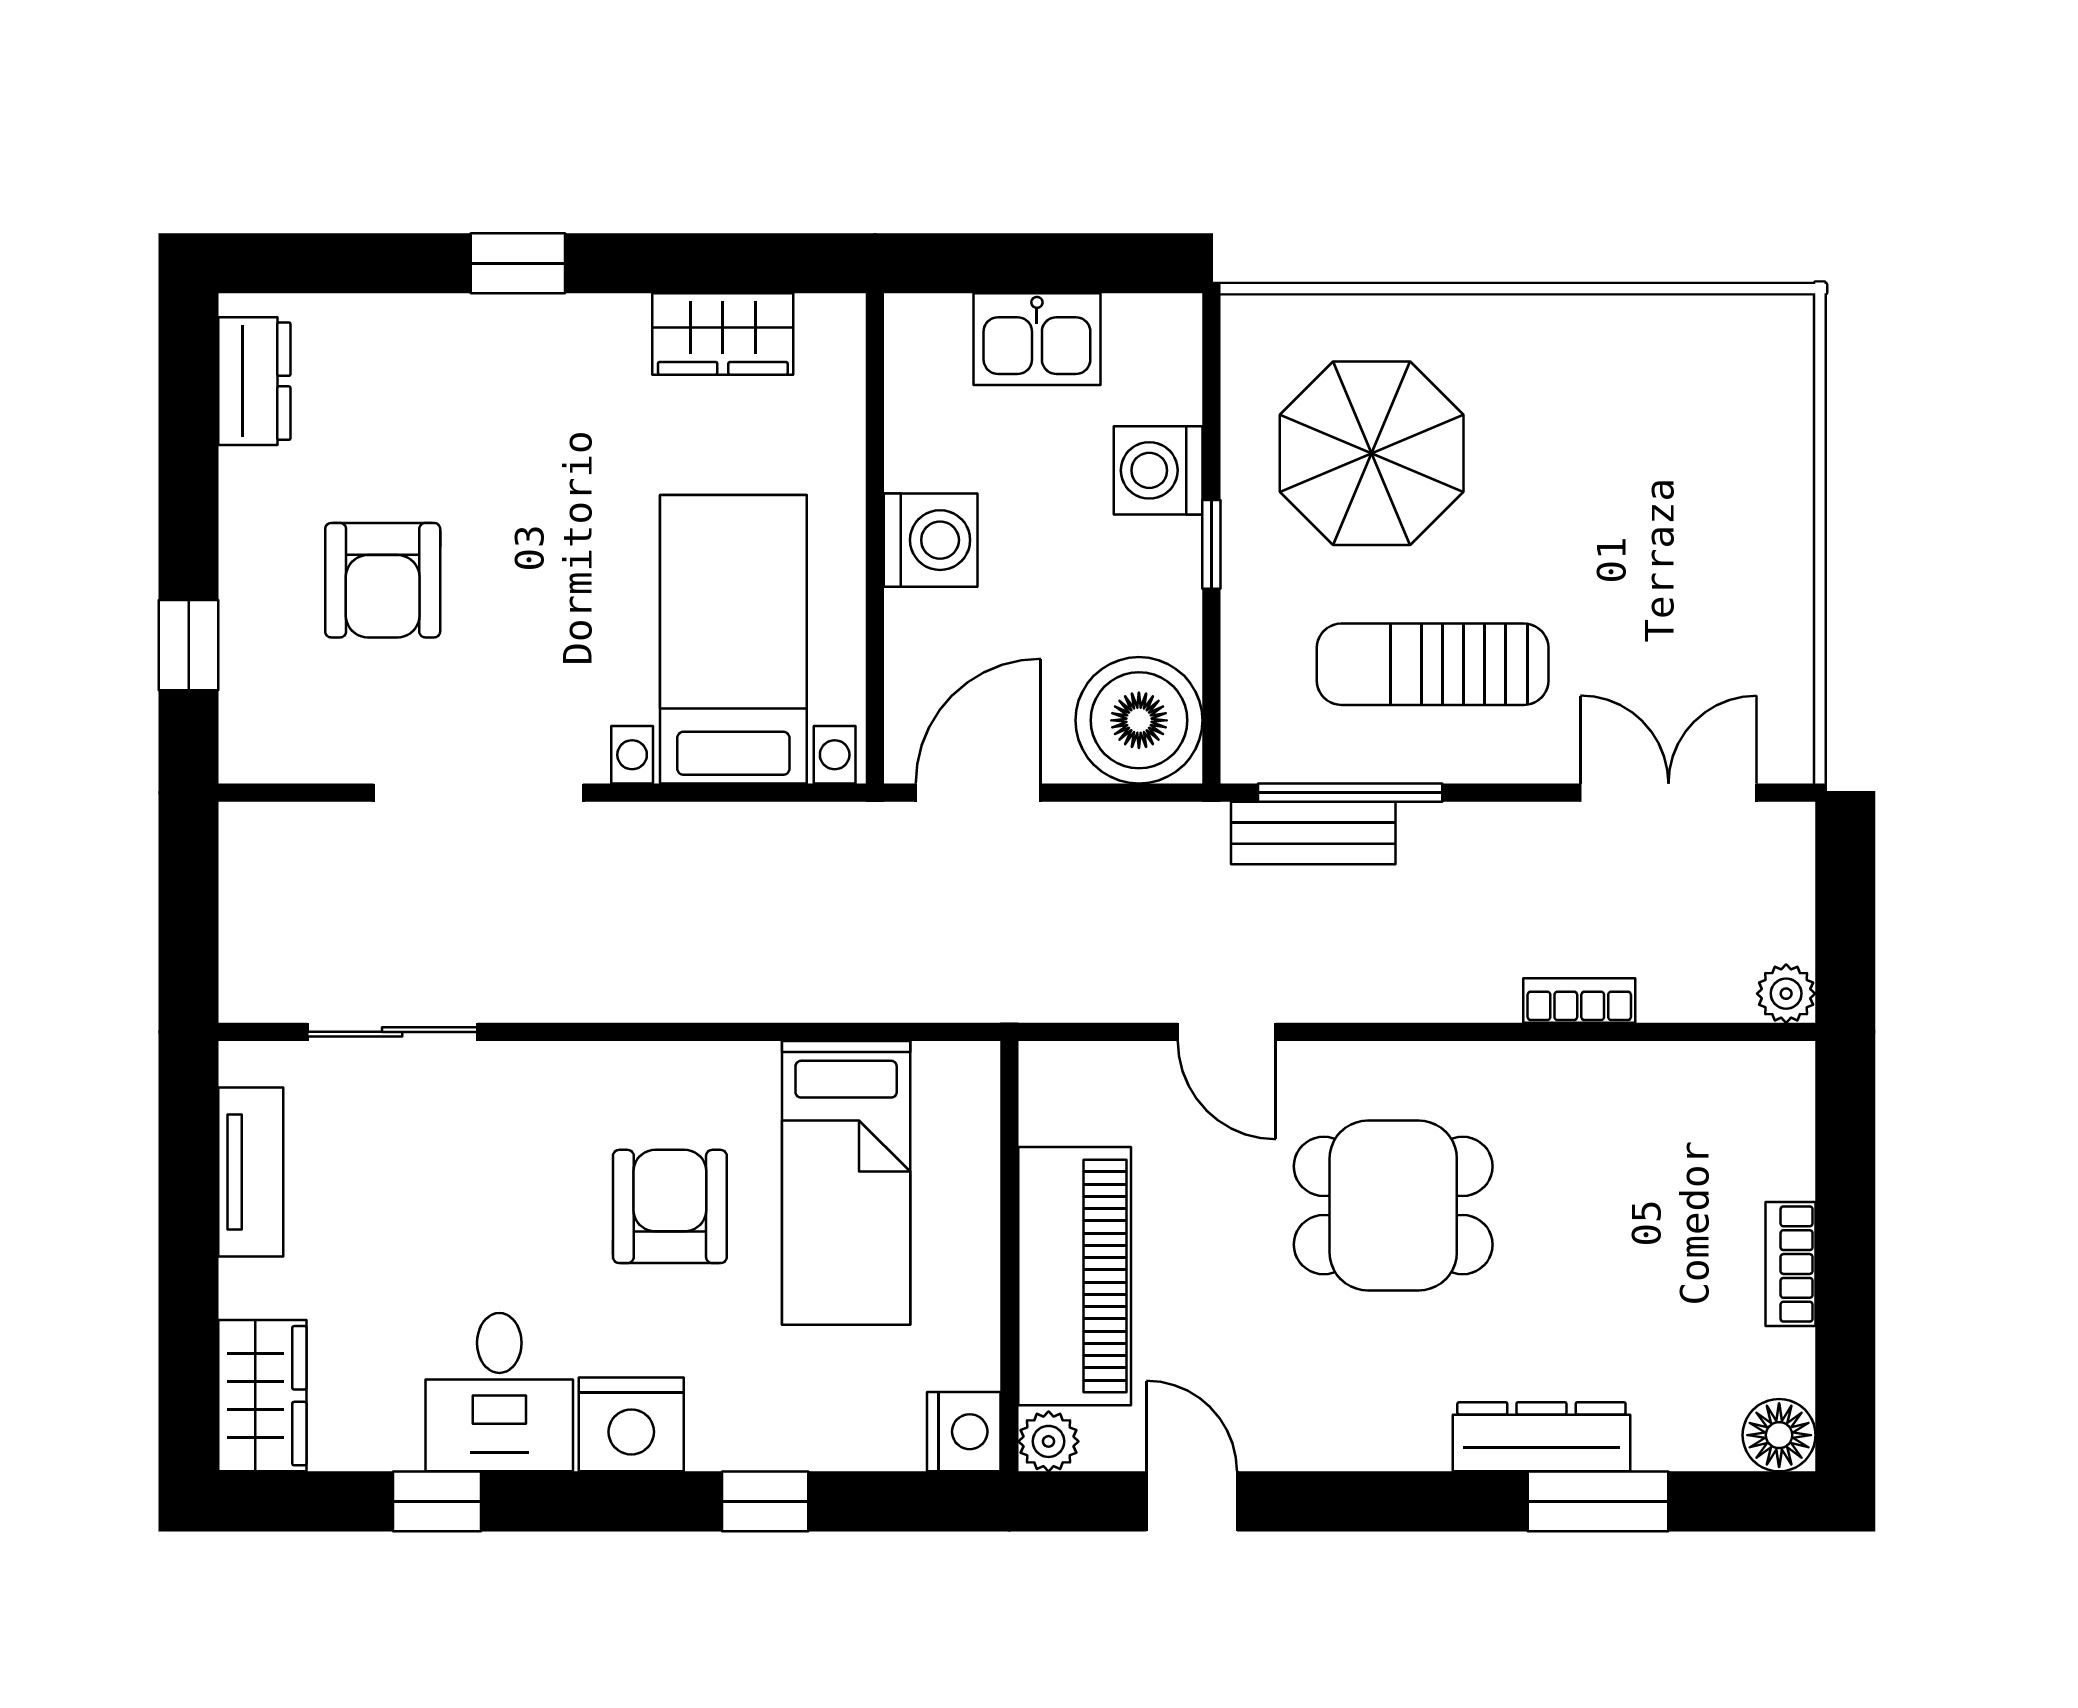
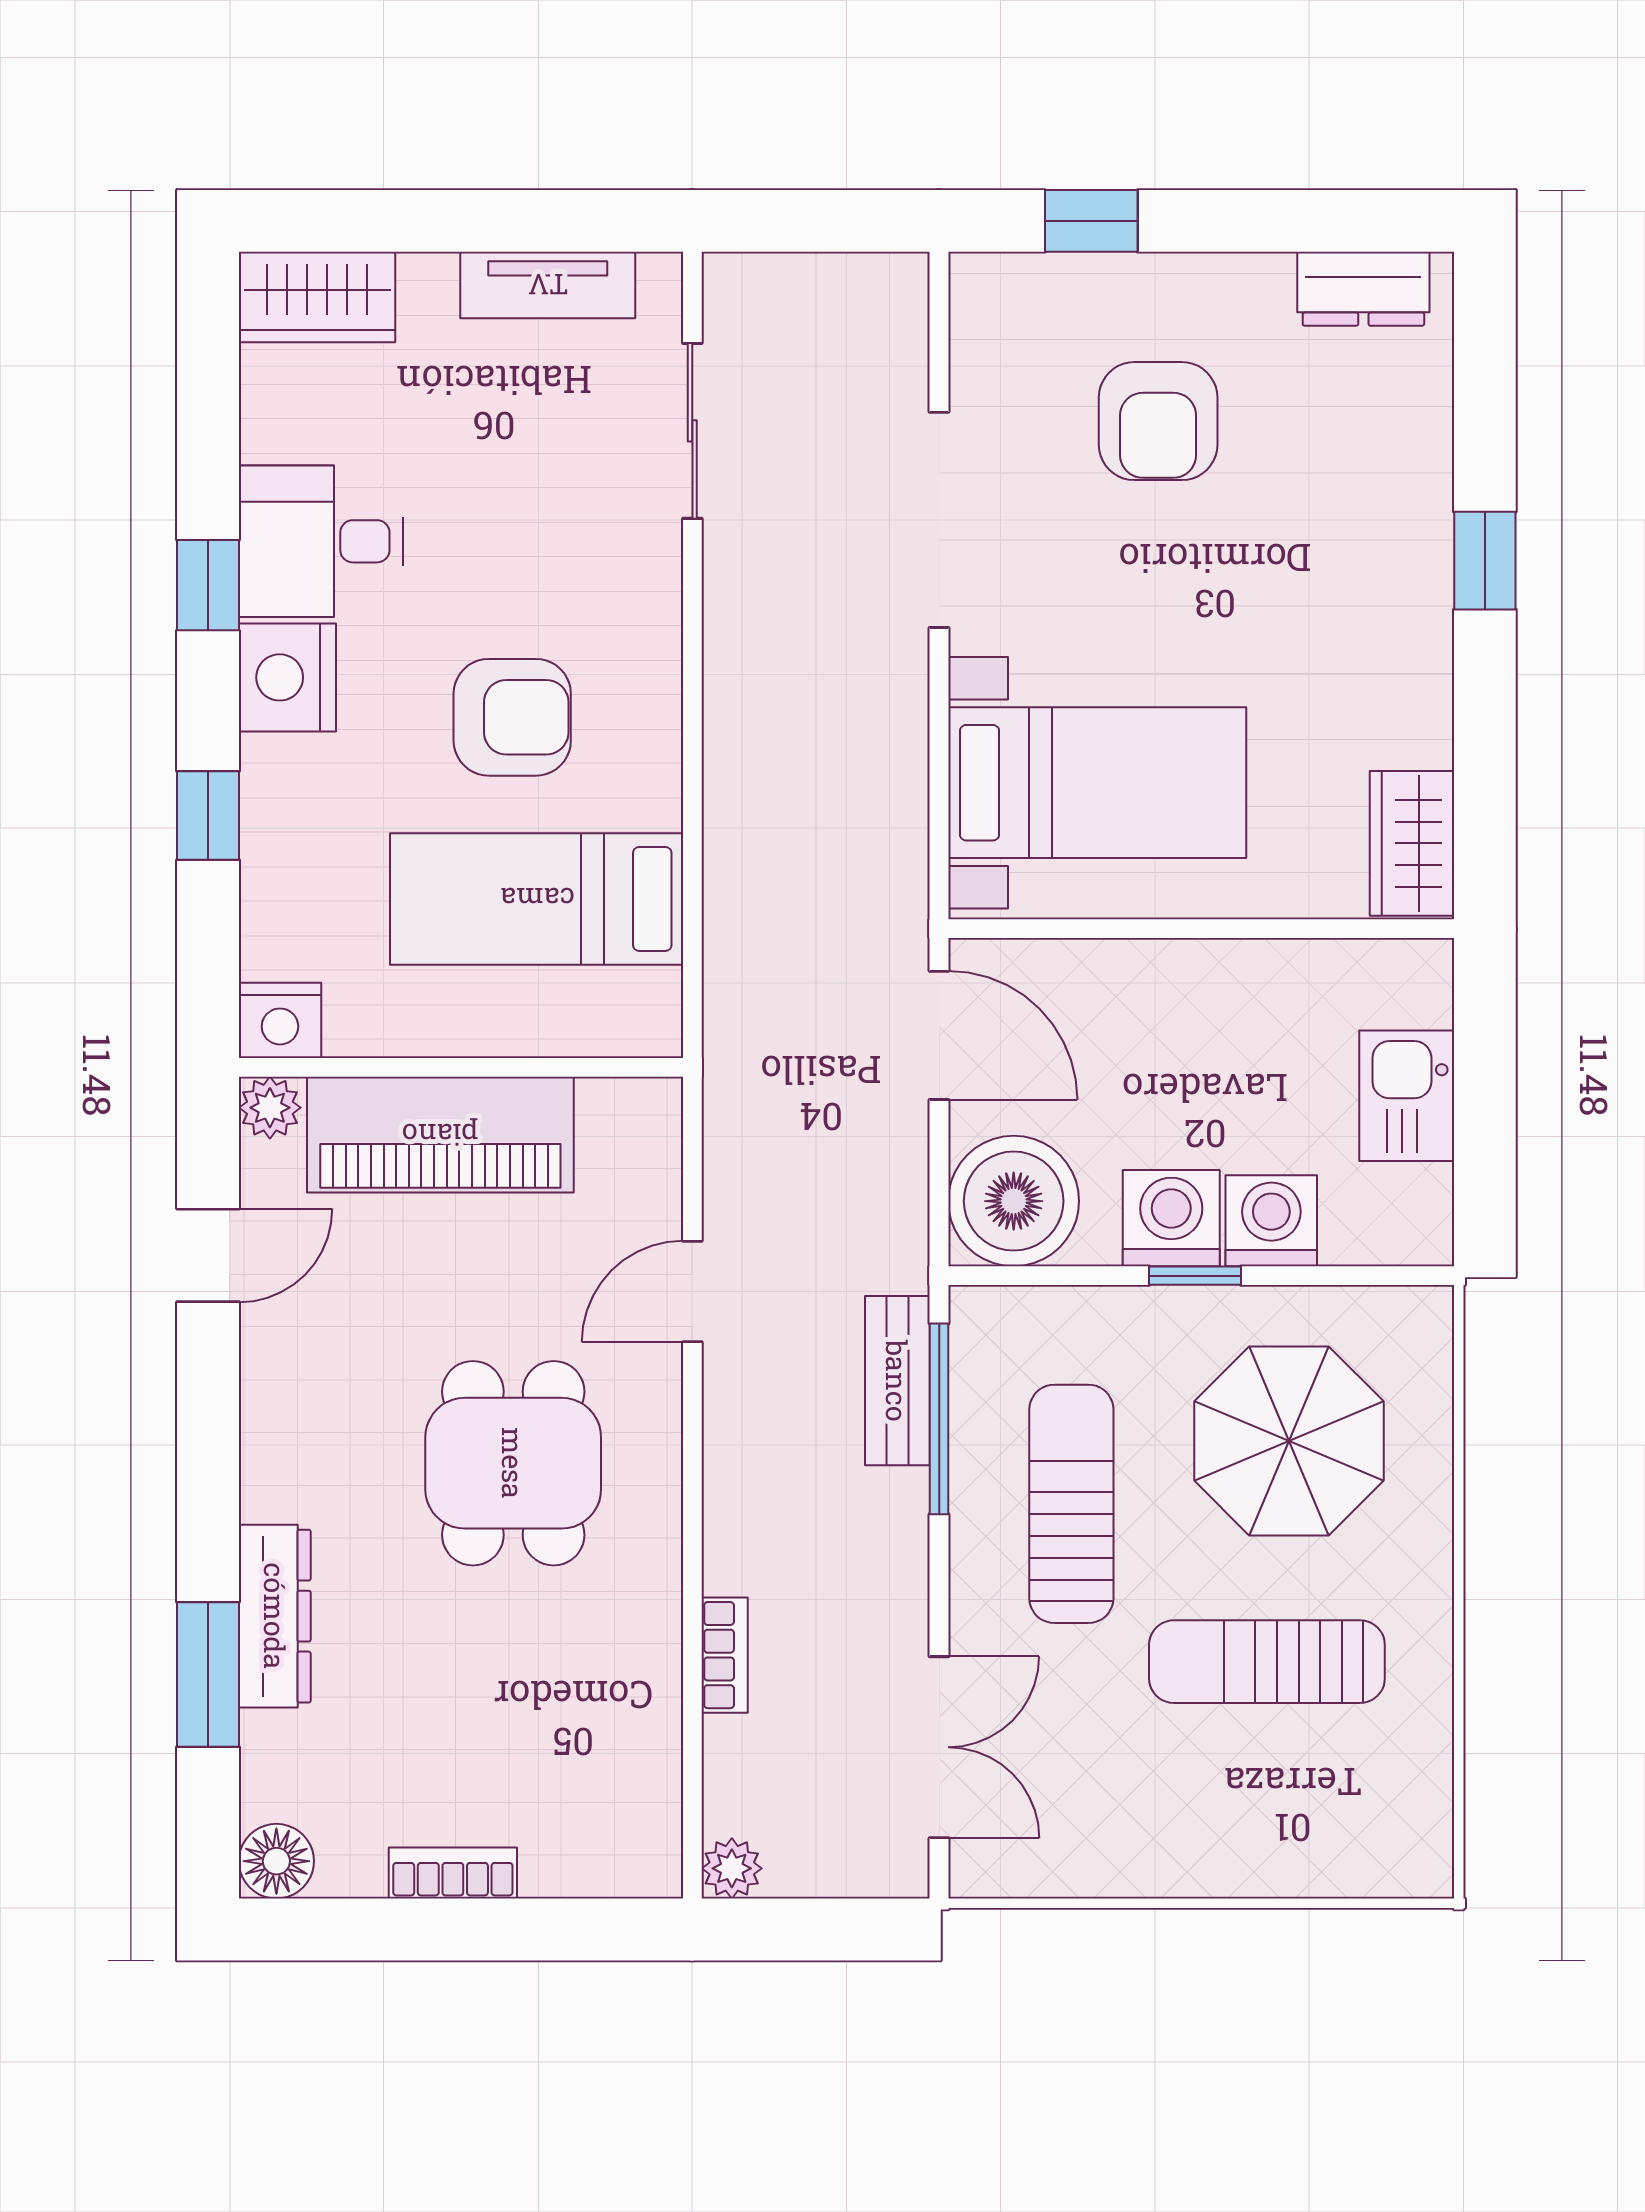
wardrobe: (723, 334) -> (1412, 843), moved
sun lounger: (1586, 475) -> (1267, 1662), added
washing machine: (931, 540) -> (1171, 1218), moved, turned 180
armchair: (383, 580) -> (1158, 421), turned -90
window: (437, 1501) -> (208, 585), moved

